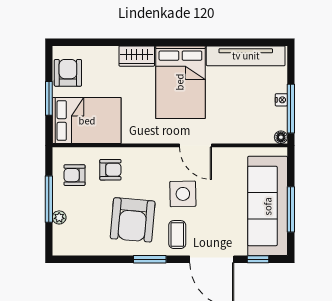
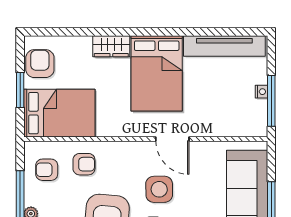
floor lamp: (281, 137) -> (261, 130), removed

